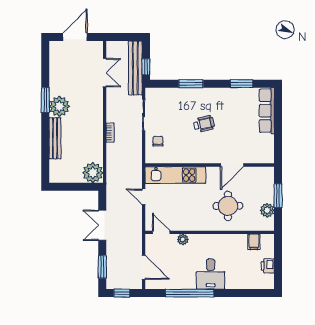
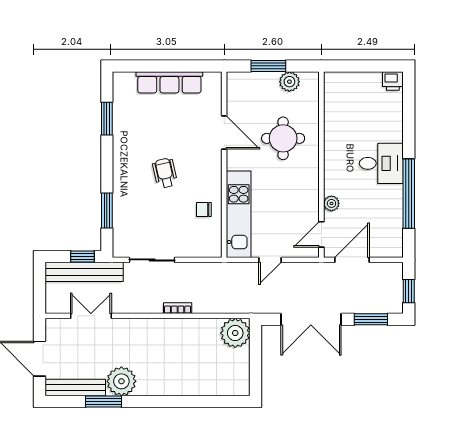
window: (191, 84) -> (107, 210), moved
window: (45, 100) -> (103, 402), moved
plant: (59, 106) -> (121, 381), moved
row of seats: (267, 111) -> (169, 82), moved
bench: (55, 138) -> (76, 388), moved
chair: (158, 141) -> (204, 210), moved
double door: (102, 225) -> (311, 319), width x1.37
filing cabinet: (254, 242) -> (335, 101), removed
printer: (268, 266) -> (393, 81), moved
door: (144, 267) -> (352, 260), moved

